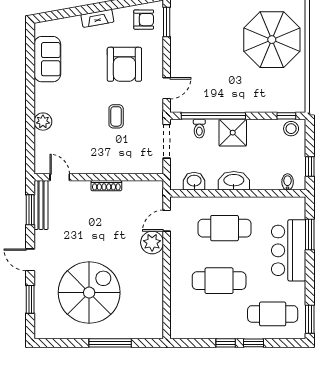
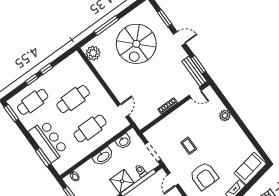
sofa: (47, 59) -> (250, 168), moved, turned 80
armchair: (124, 64) -> (204, 176), turned 180
plant: (152, 243) -> (93, 53), moved

